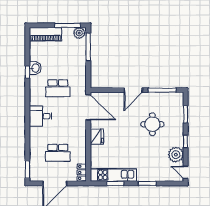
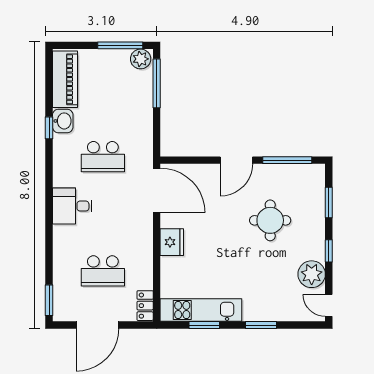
piano: (46, 34) -> (65, 79), moved, turned -90

